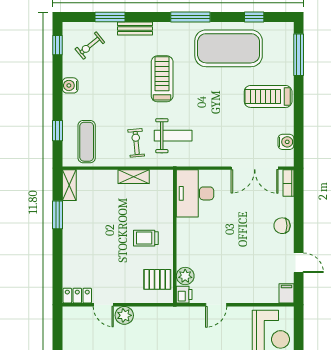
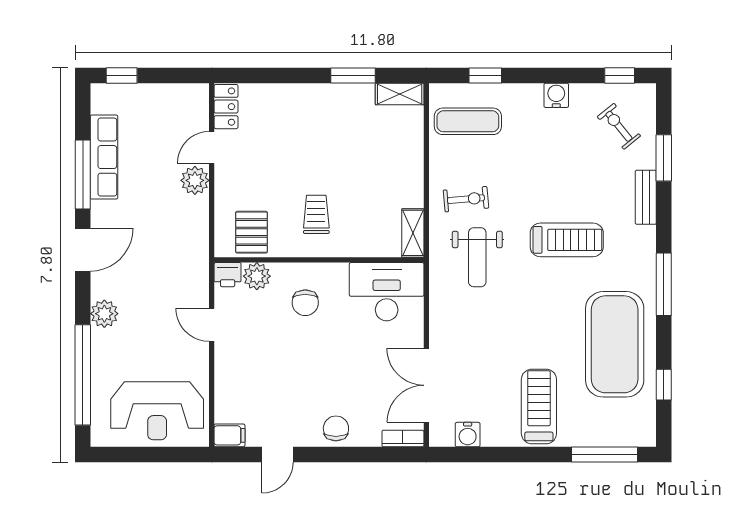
shelving: (134, 177) -> (413, 233), moved
chair: (202, 245) -> (305, 303), added

